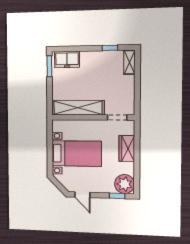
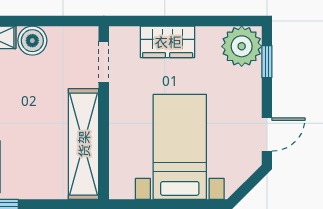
boiler: (128, 83) -> (32, 41), added

